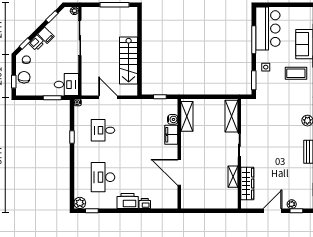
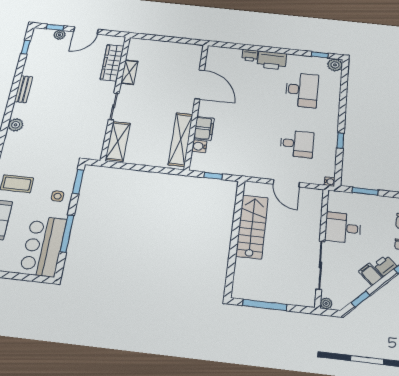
desk: (66, 85) -> (343, 228), moved
shelving: (187, 116) -> (181, 139), width x1.47

